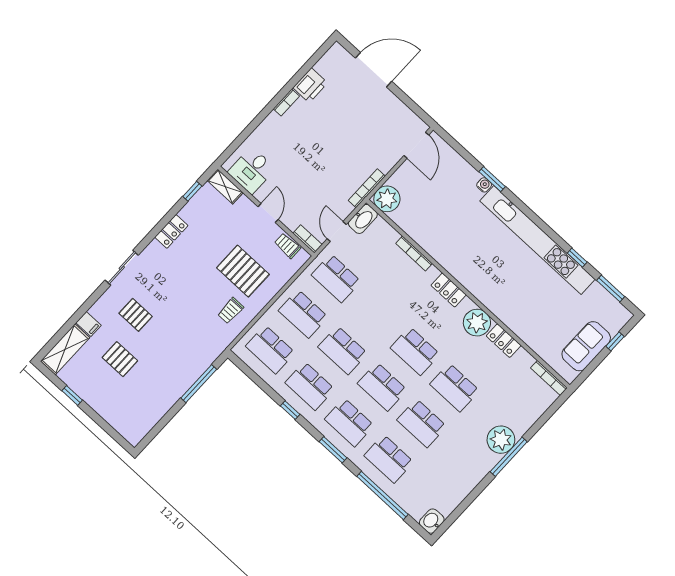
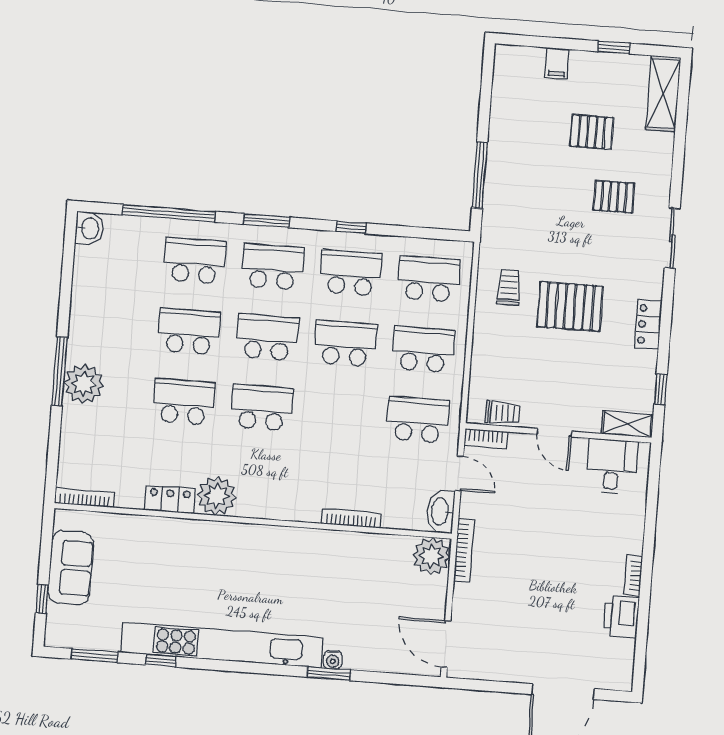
pallet: (243, 271) -> (570, 306), moved
locker: (449, 290) -> (279, 508), removed
filing cabinet: (89, 324) -> (557, 63), moved, turned -90

